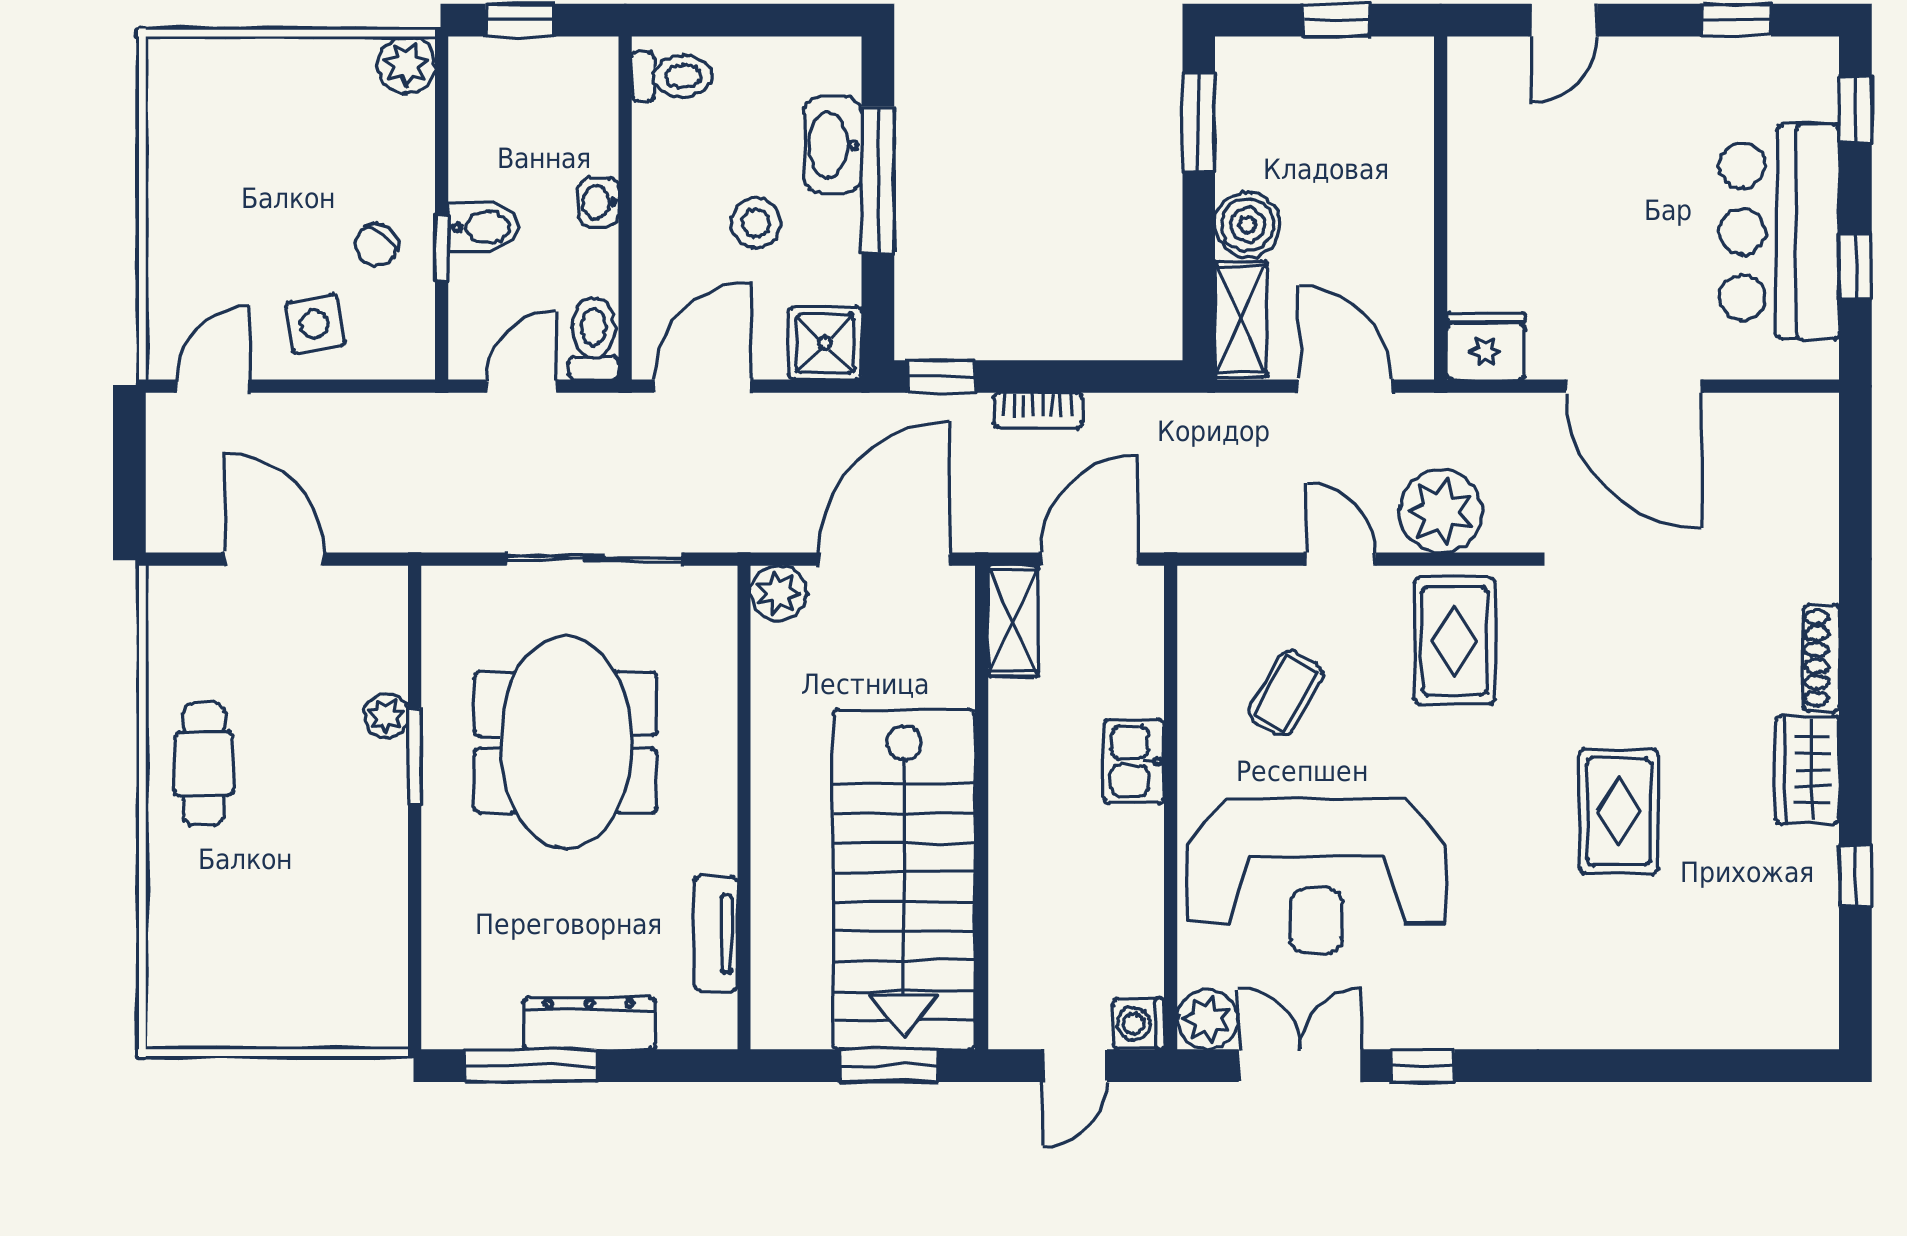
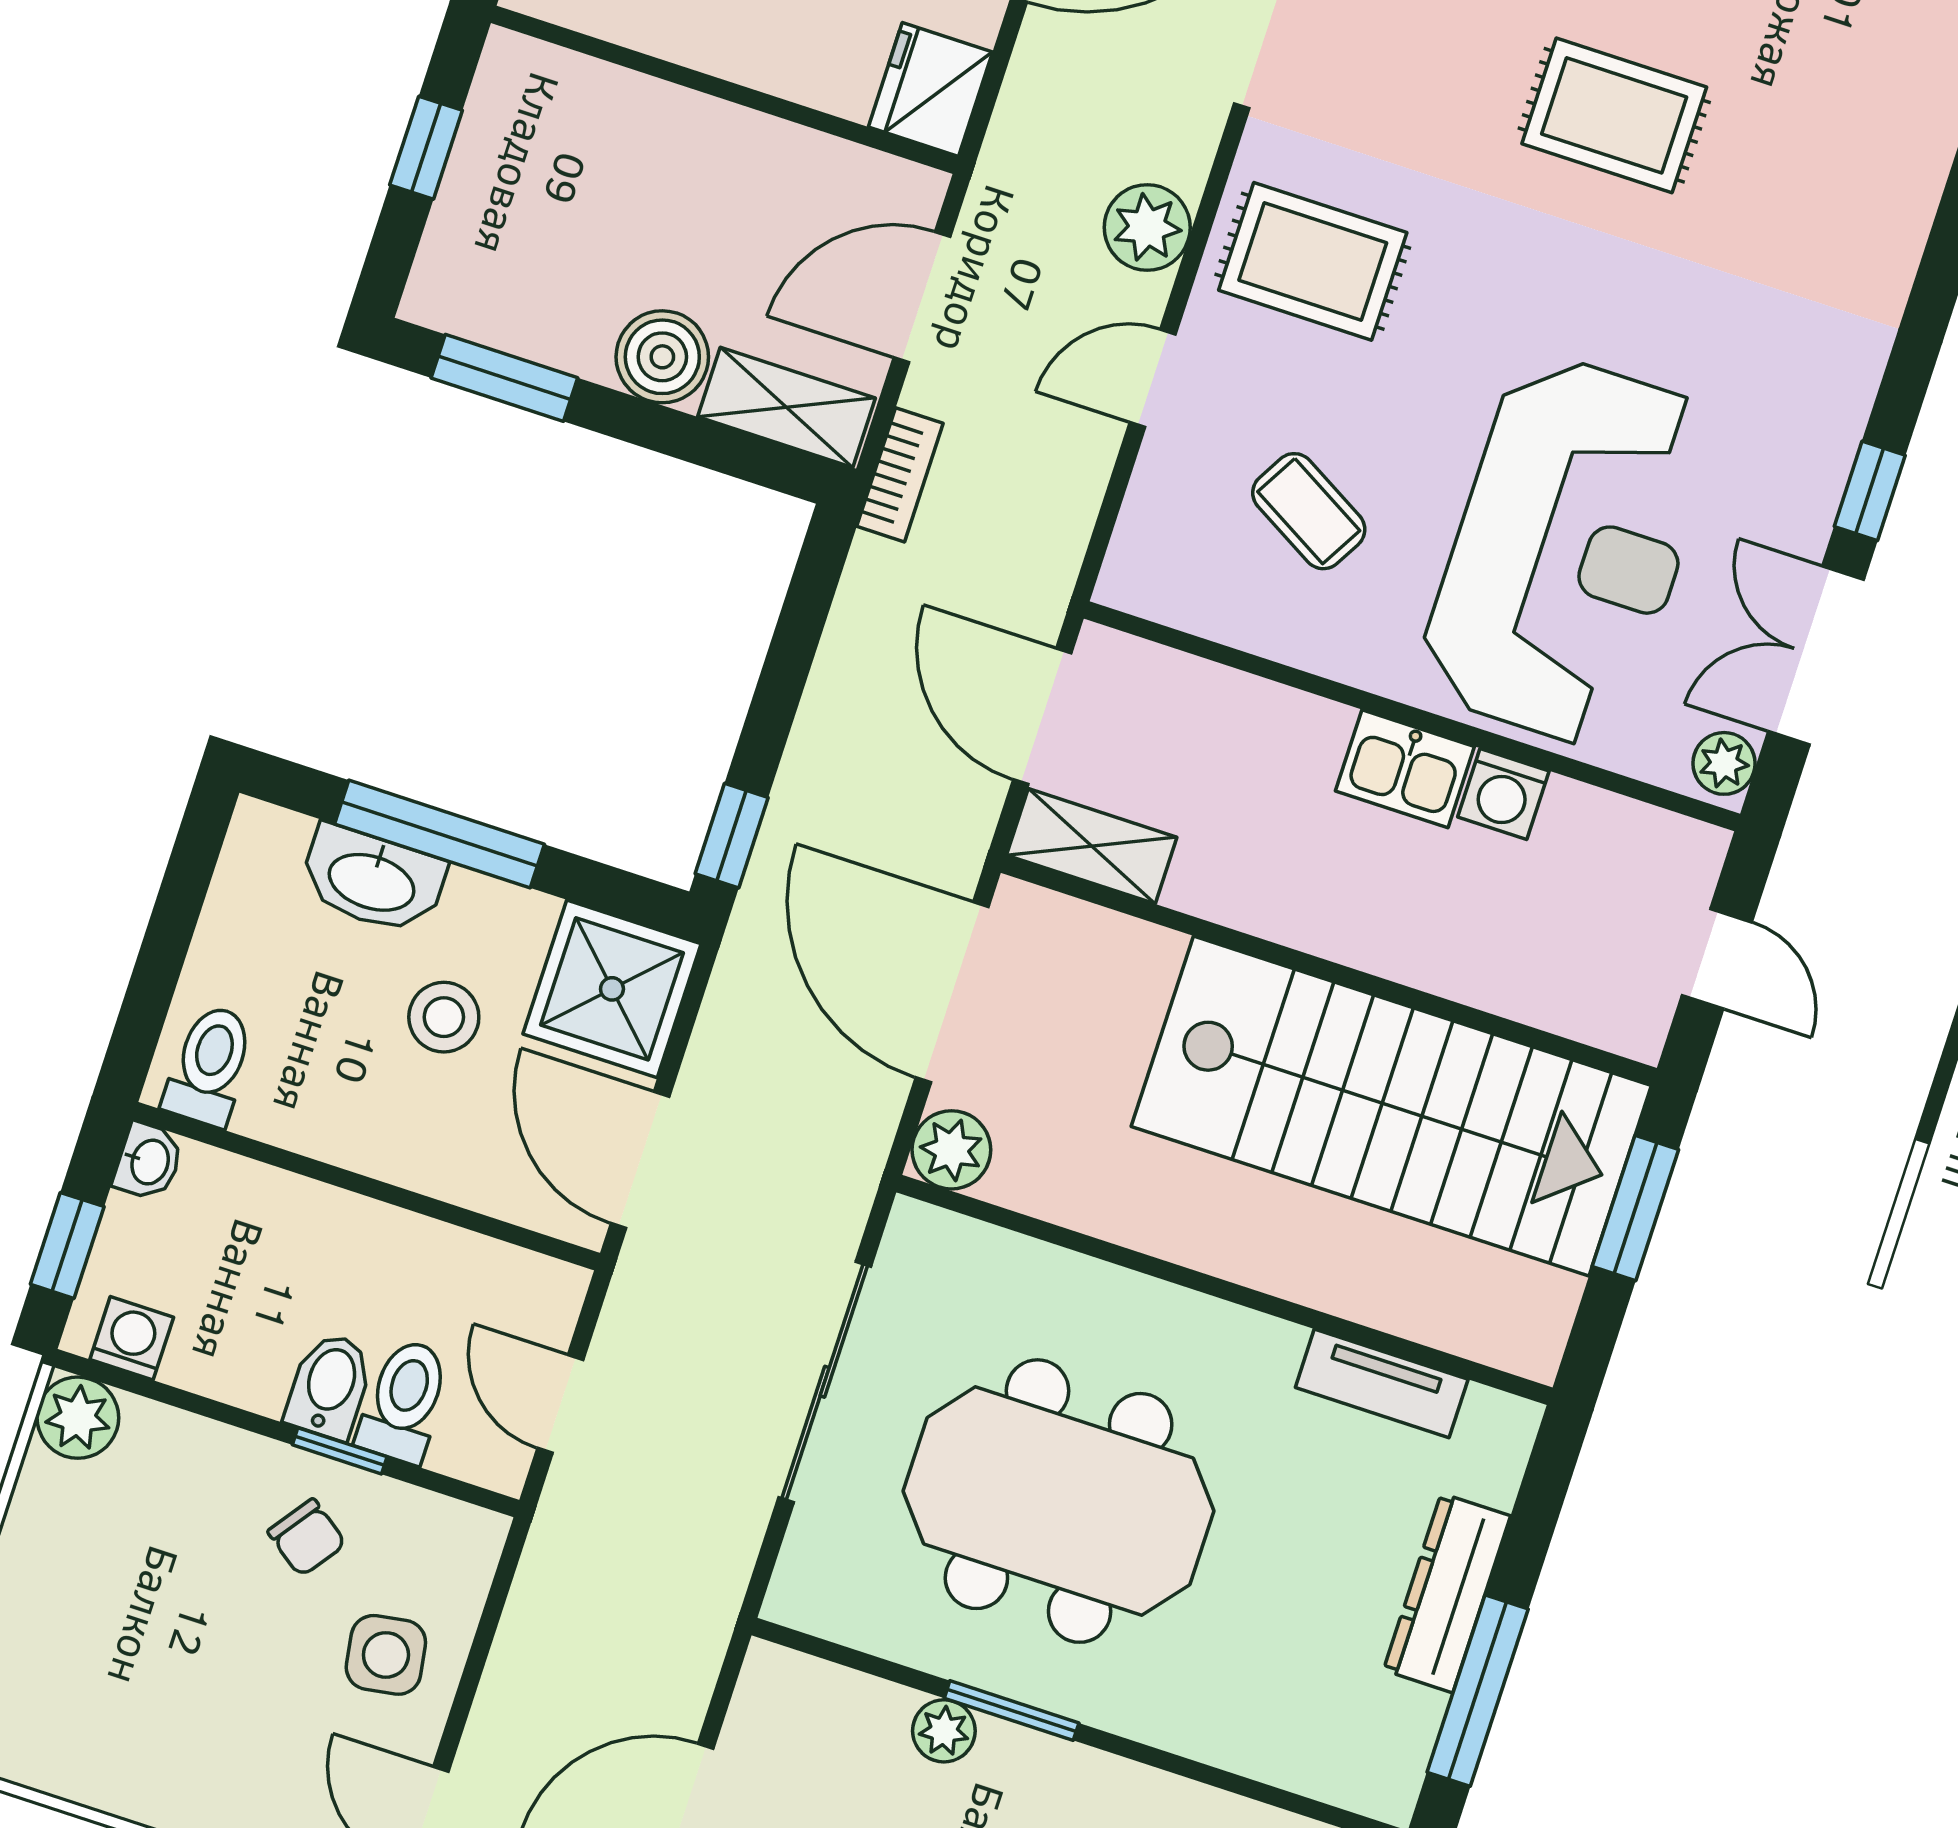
washing machine: (472, 84) -> (132, 1338), added
washbasin: (599, 202) -> (149, 1162), moved, turned -90
toilet: (594, 339) -> (404, 1401), moved, turned 90
shower: (825, 343) -> (612, 989), width x1.36, depth x1.36
bookcase: (1038, 410) -> (900, 475), moved
plant: (1441, 511) -> (1147, 228), width x0.73, depth x0.73
kitchen sink: (1134, 761) -> (1405, 769), moved
plant: (1207, 1019) -> (1724, 763), width x0.73, depth x0.73
washing machine: (1139, 1024) -> (1503, 794), moved

